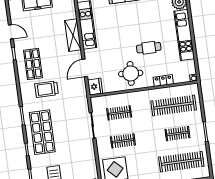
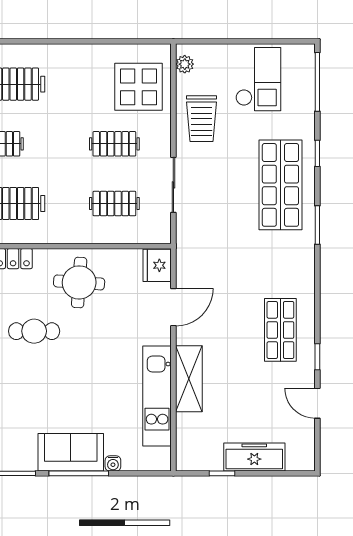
trolley: (46, 89) -> (201, 119), moved, turned 90

